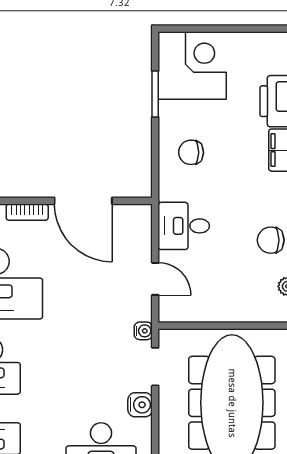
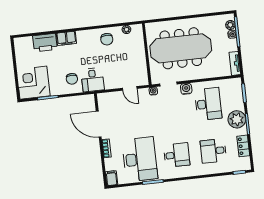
door: (83, 201) -> (99, 124), swing flipped
desk: (184, 226) -> (93, 80), moved
door: (155, 279) -> (130, 88), swing flipped

